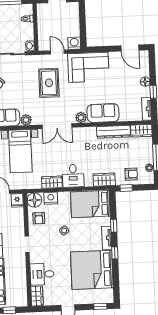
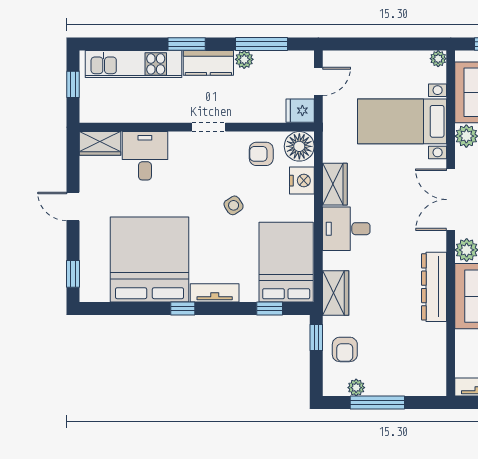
wardrobe: (141, 131) -> (434, 374), removed
dresser: (113, 132) -> (434, 287), moved
window: (114, 226) -> (270, 309), moved

